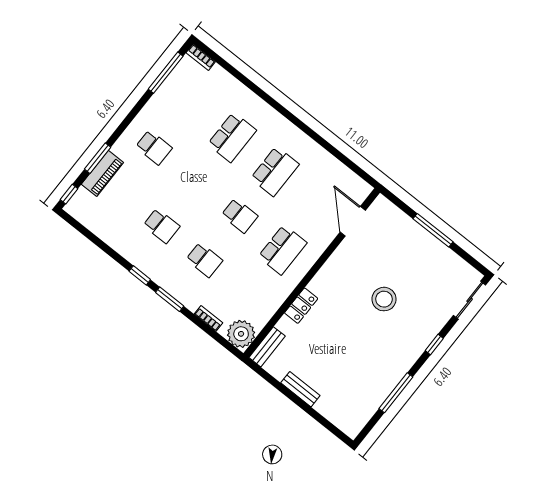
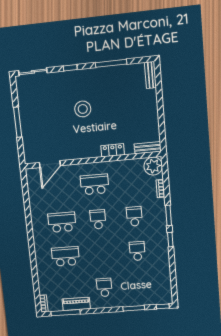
piano: (102, 173) -> (76, 304), moved
stool: (384, 299) -> (83, 109), moved
bench: (300, 389) -> (150, 75), moved

